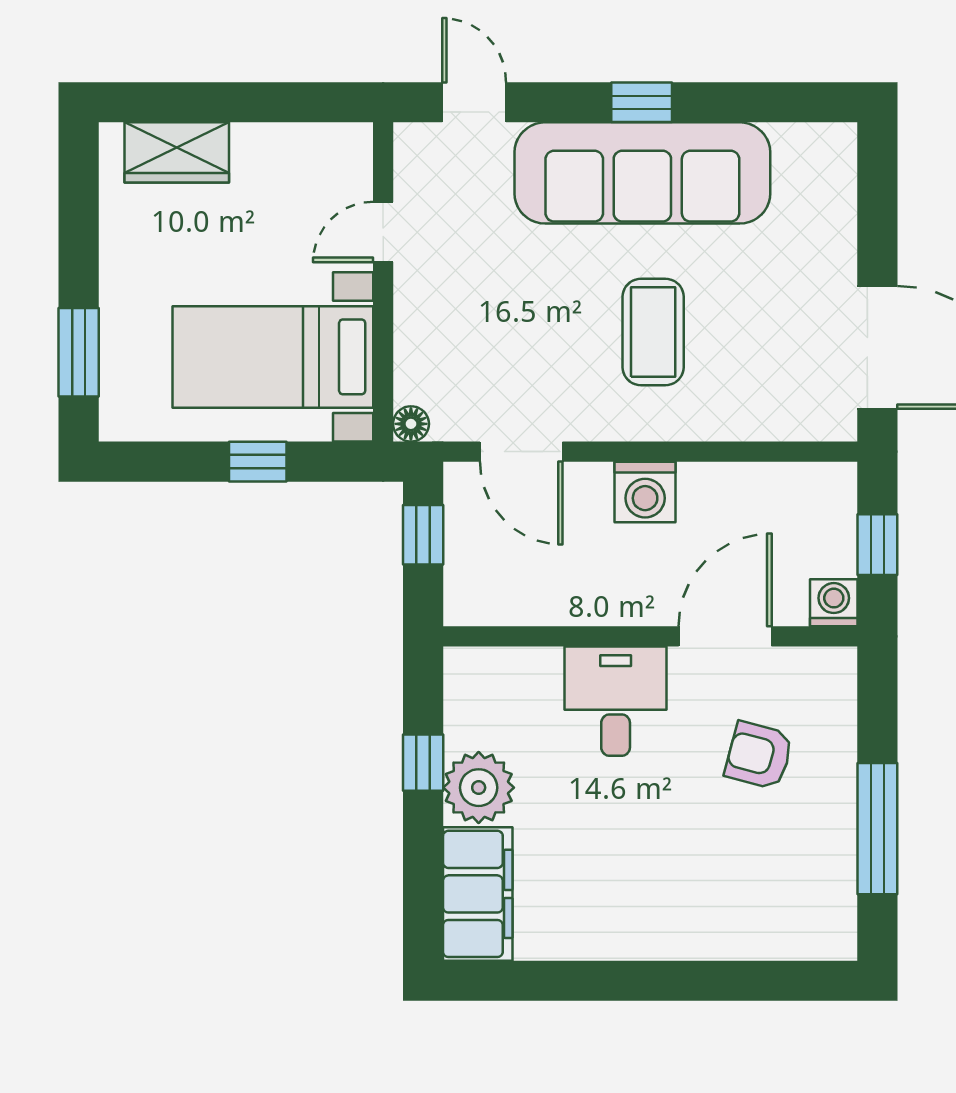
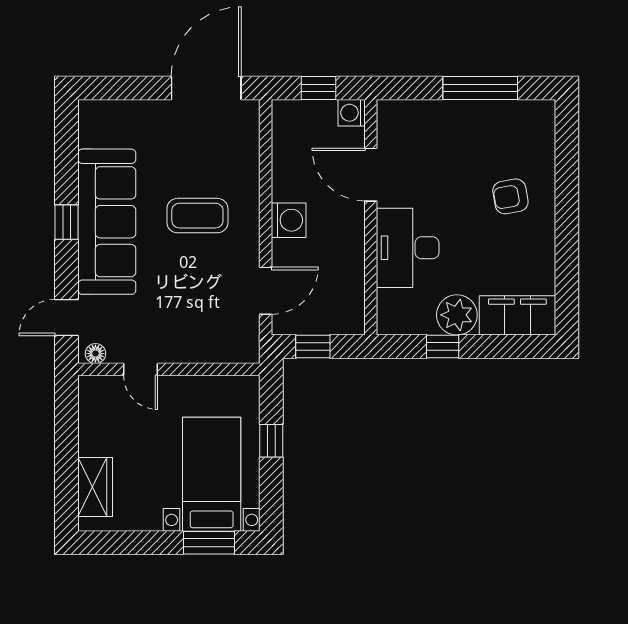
bed with nightstands: (273, 357) -> (212, 474), moved, turned 180
floor lamp: (411, 424) -> (95, 354), moved
desk: (616, 701) -> (408, 248), width x1.37
armchair: (759, 755) -> (510, 196), moved, turned 65

